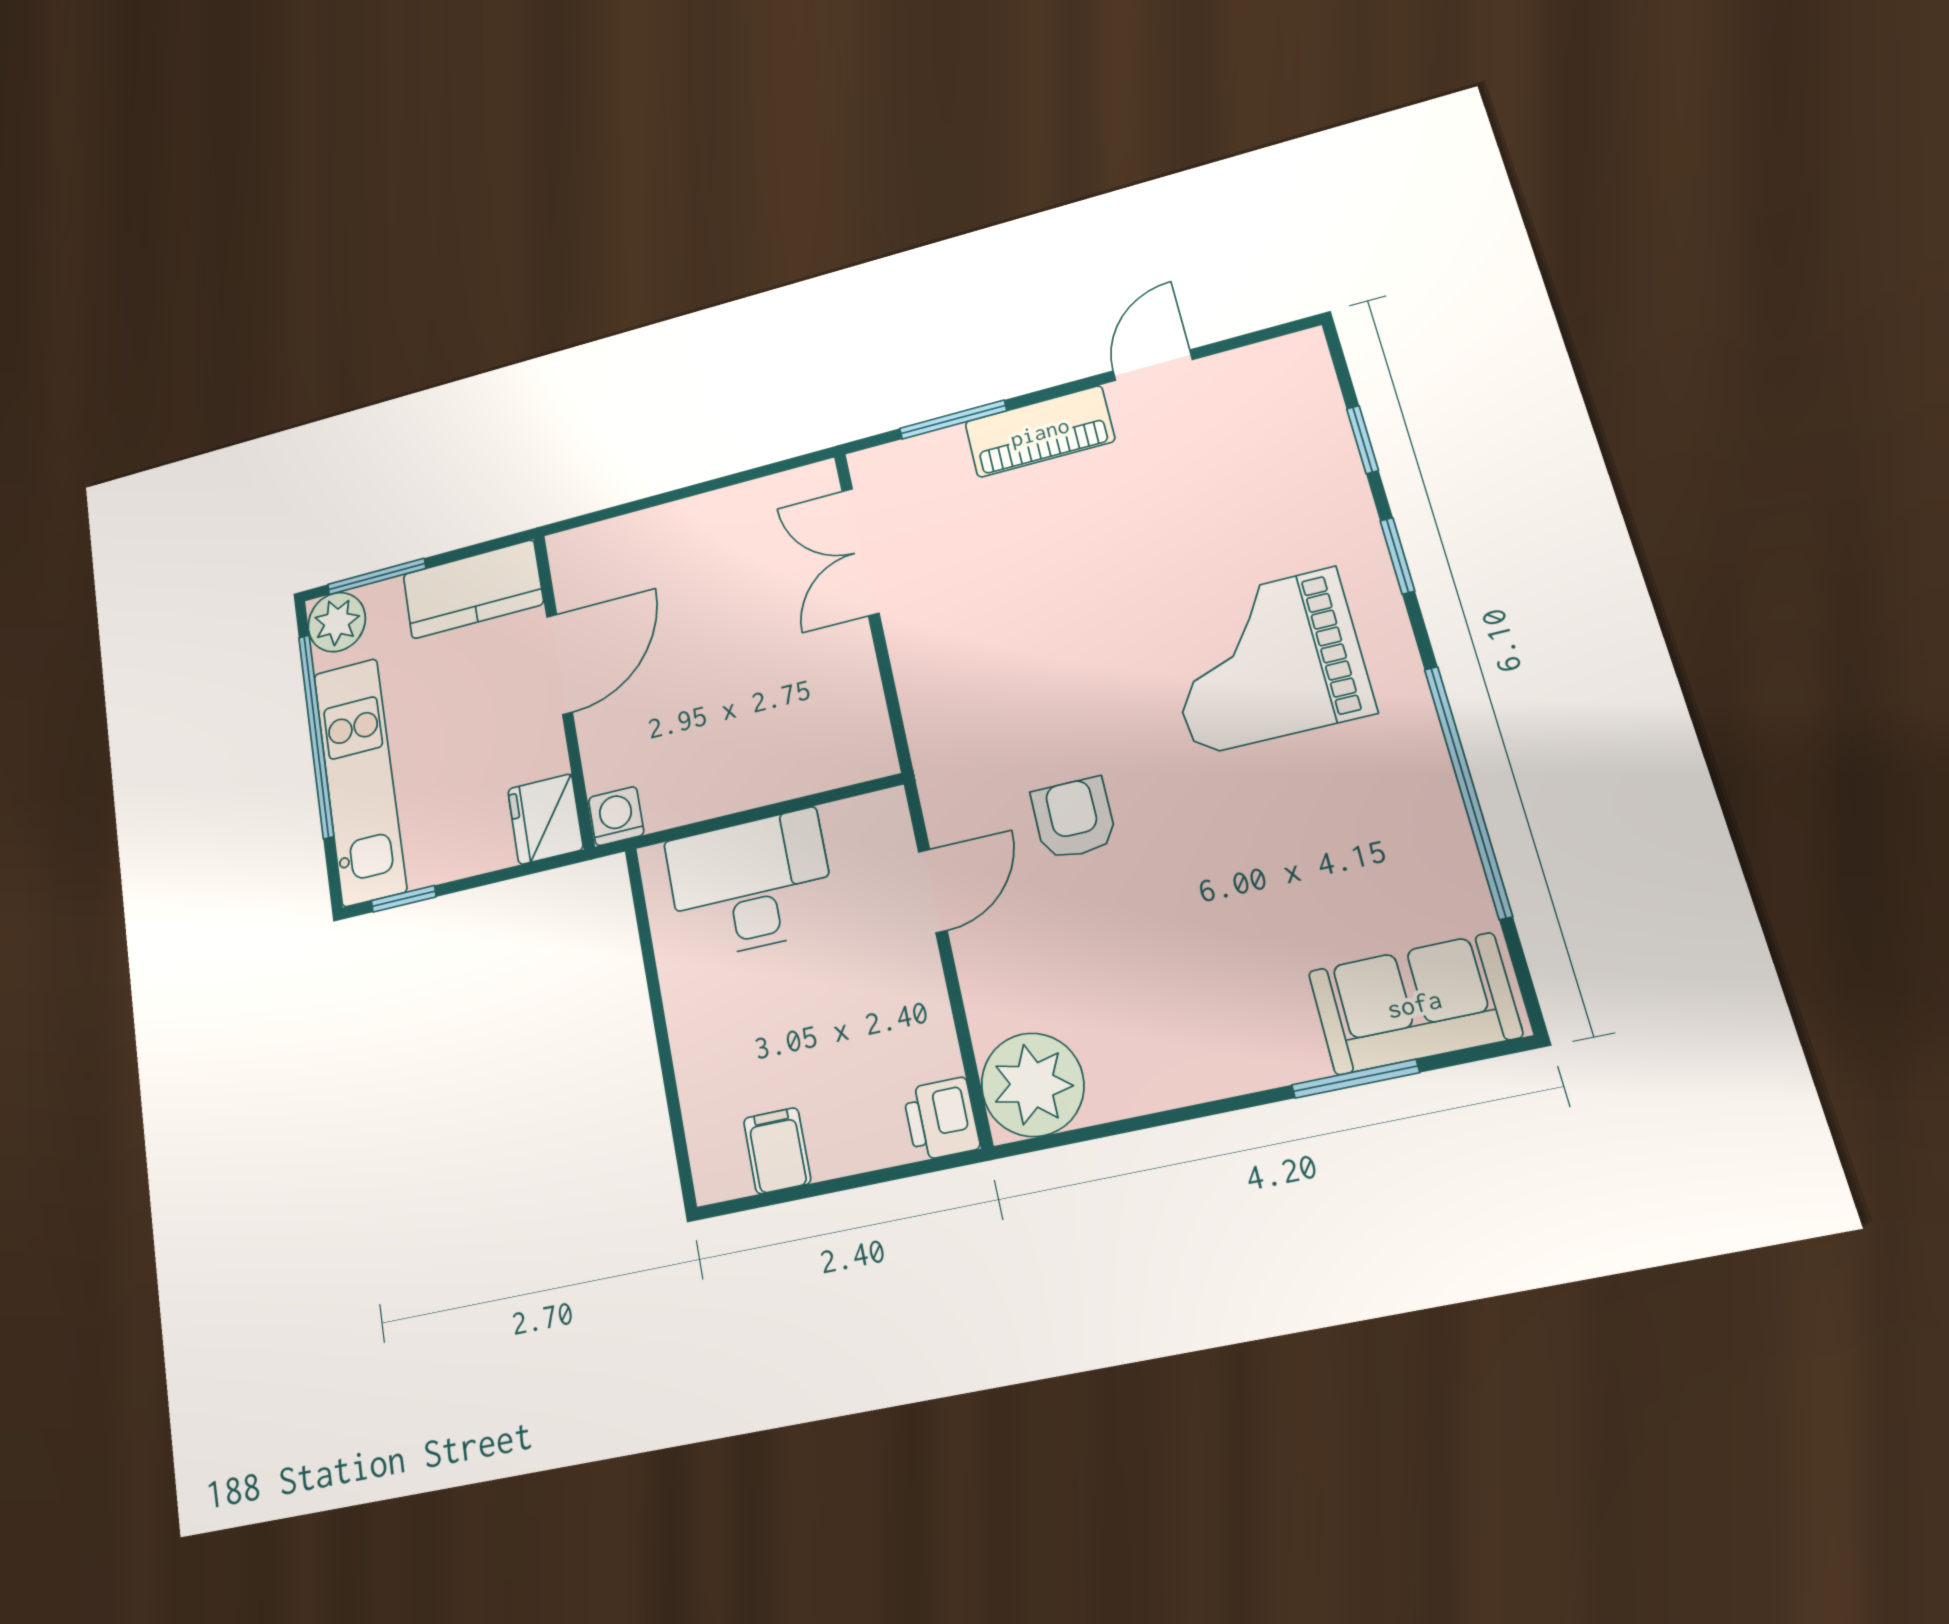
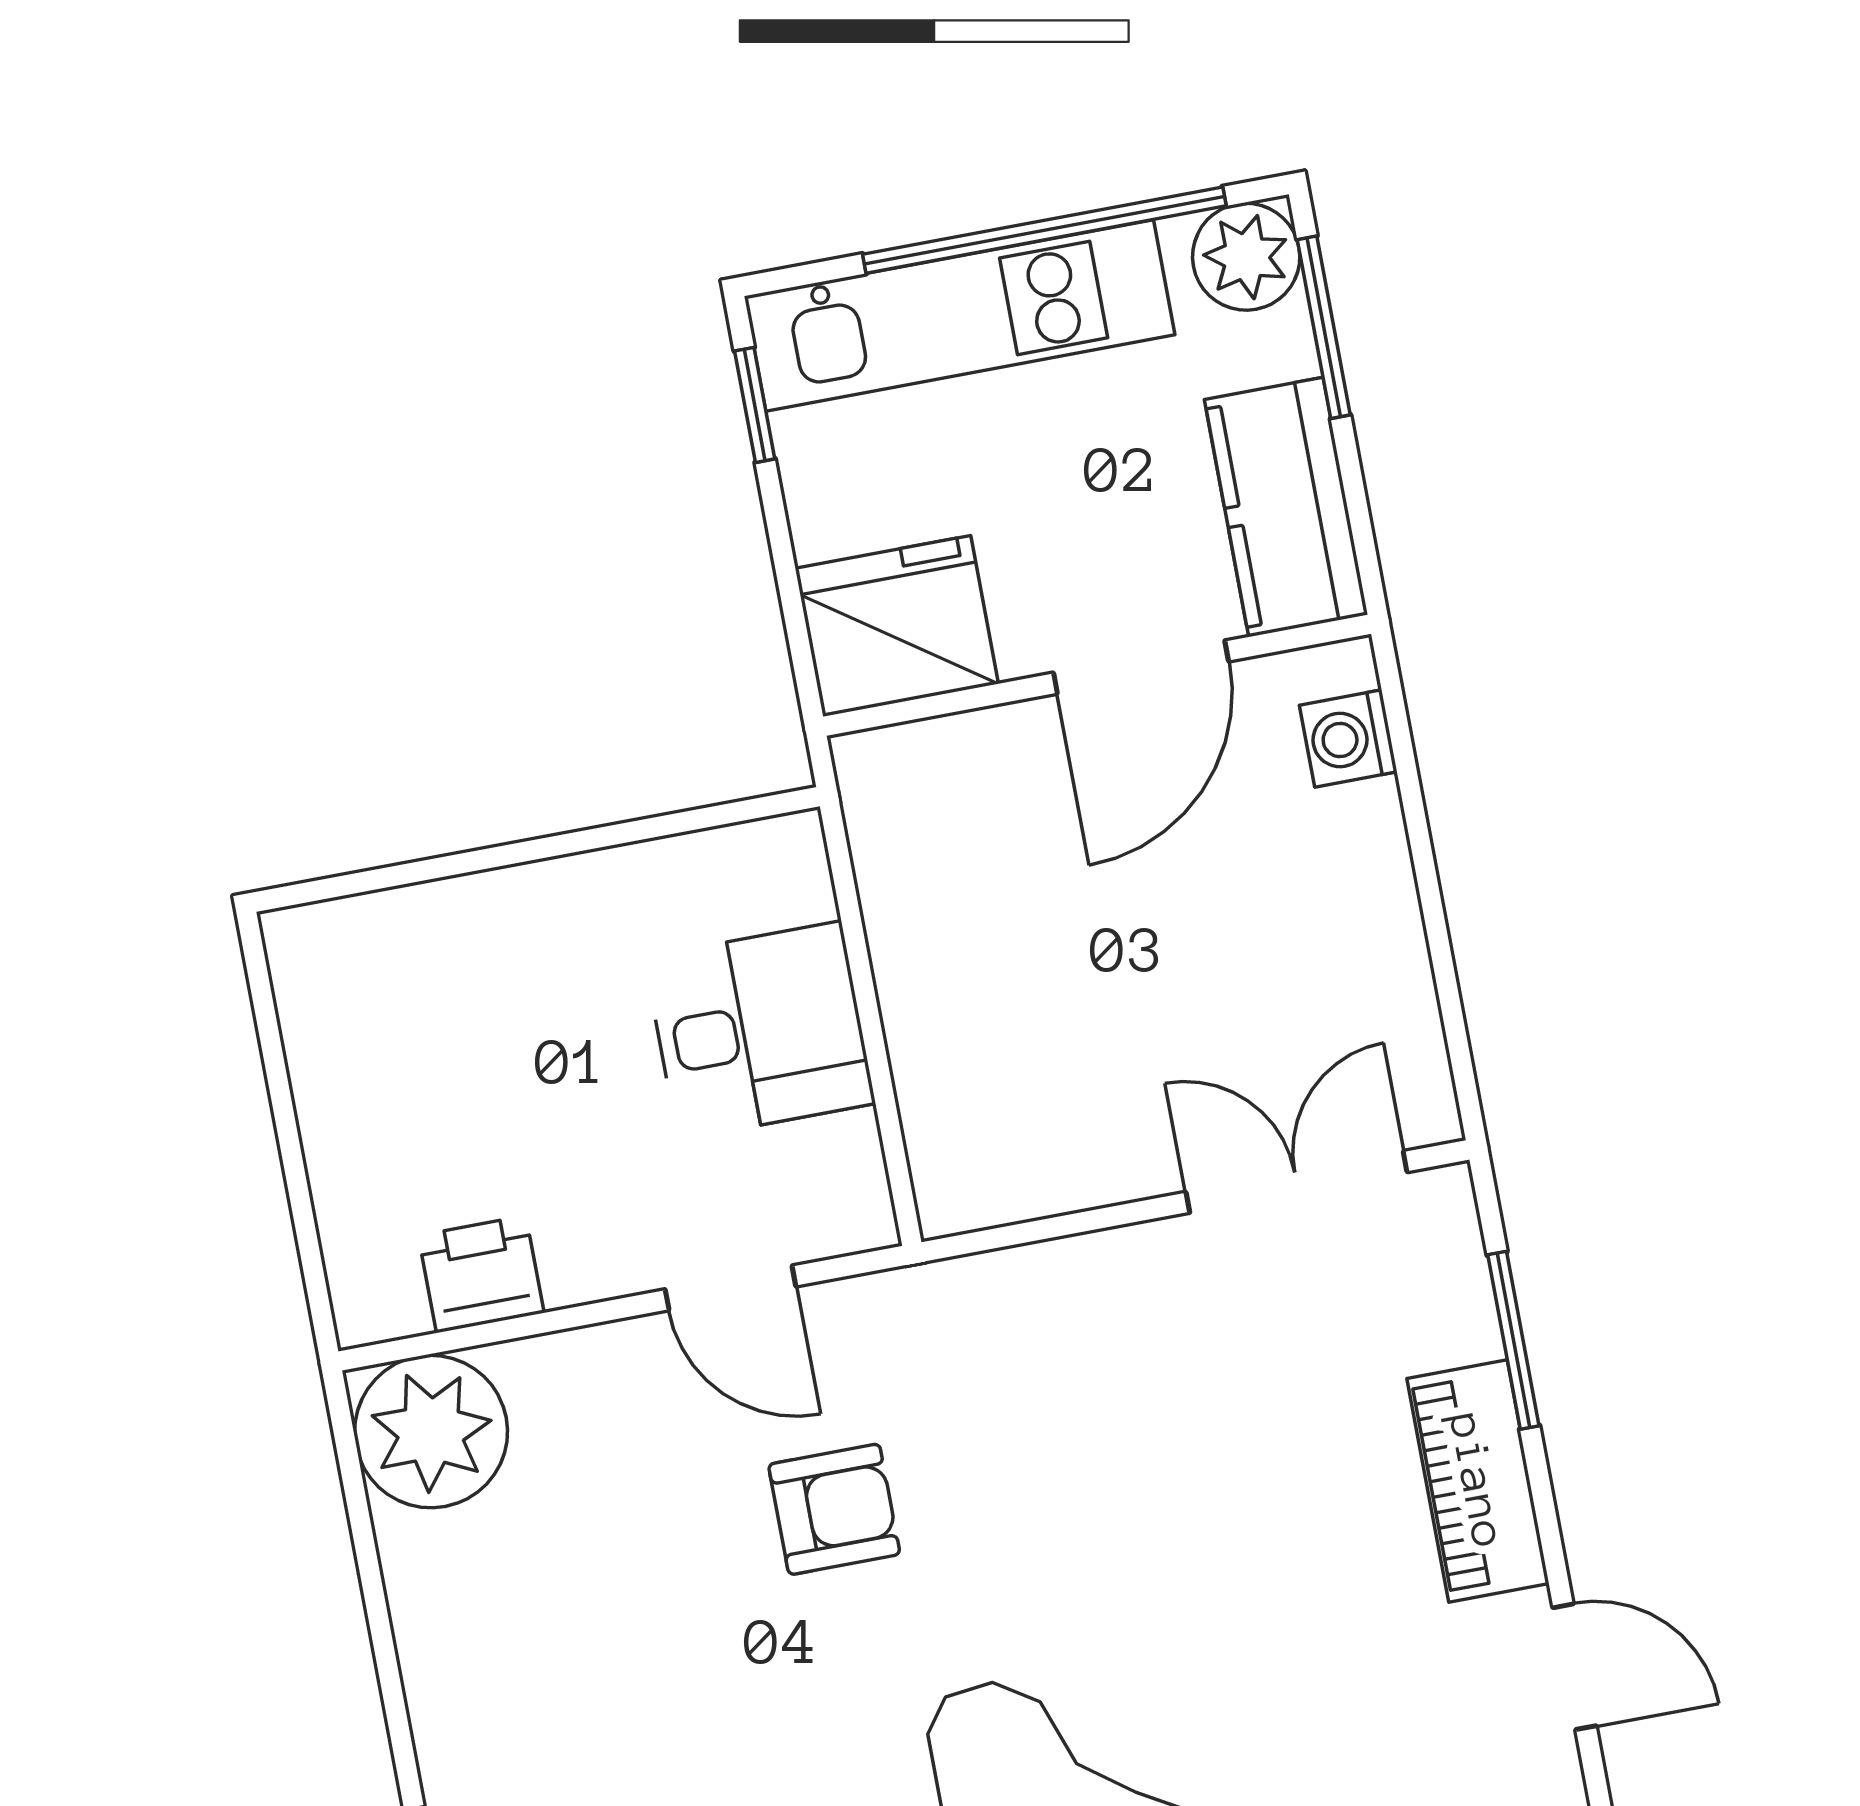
door: (560, 664) -> (1141, 667), hinge flipped
washing machine: (616, 816) -> (1348, 738), moved, turned 180
fridge: (545, 819) -> (897, 626), width x1.36, depth x1.34
desk: (750, 885) -> (760, 1030), width x0.73
printer: (941, 1119) -> (481, 1274), moved
filing cabinet: (777, 1151) -> (339, 1038), removed

